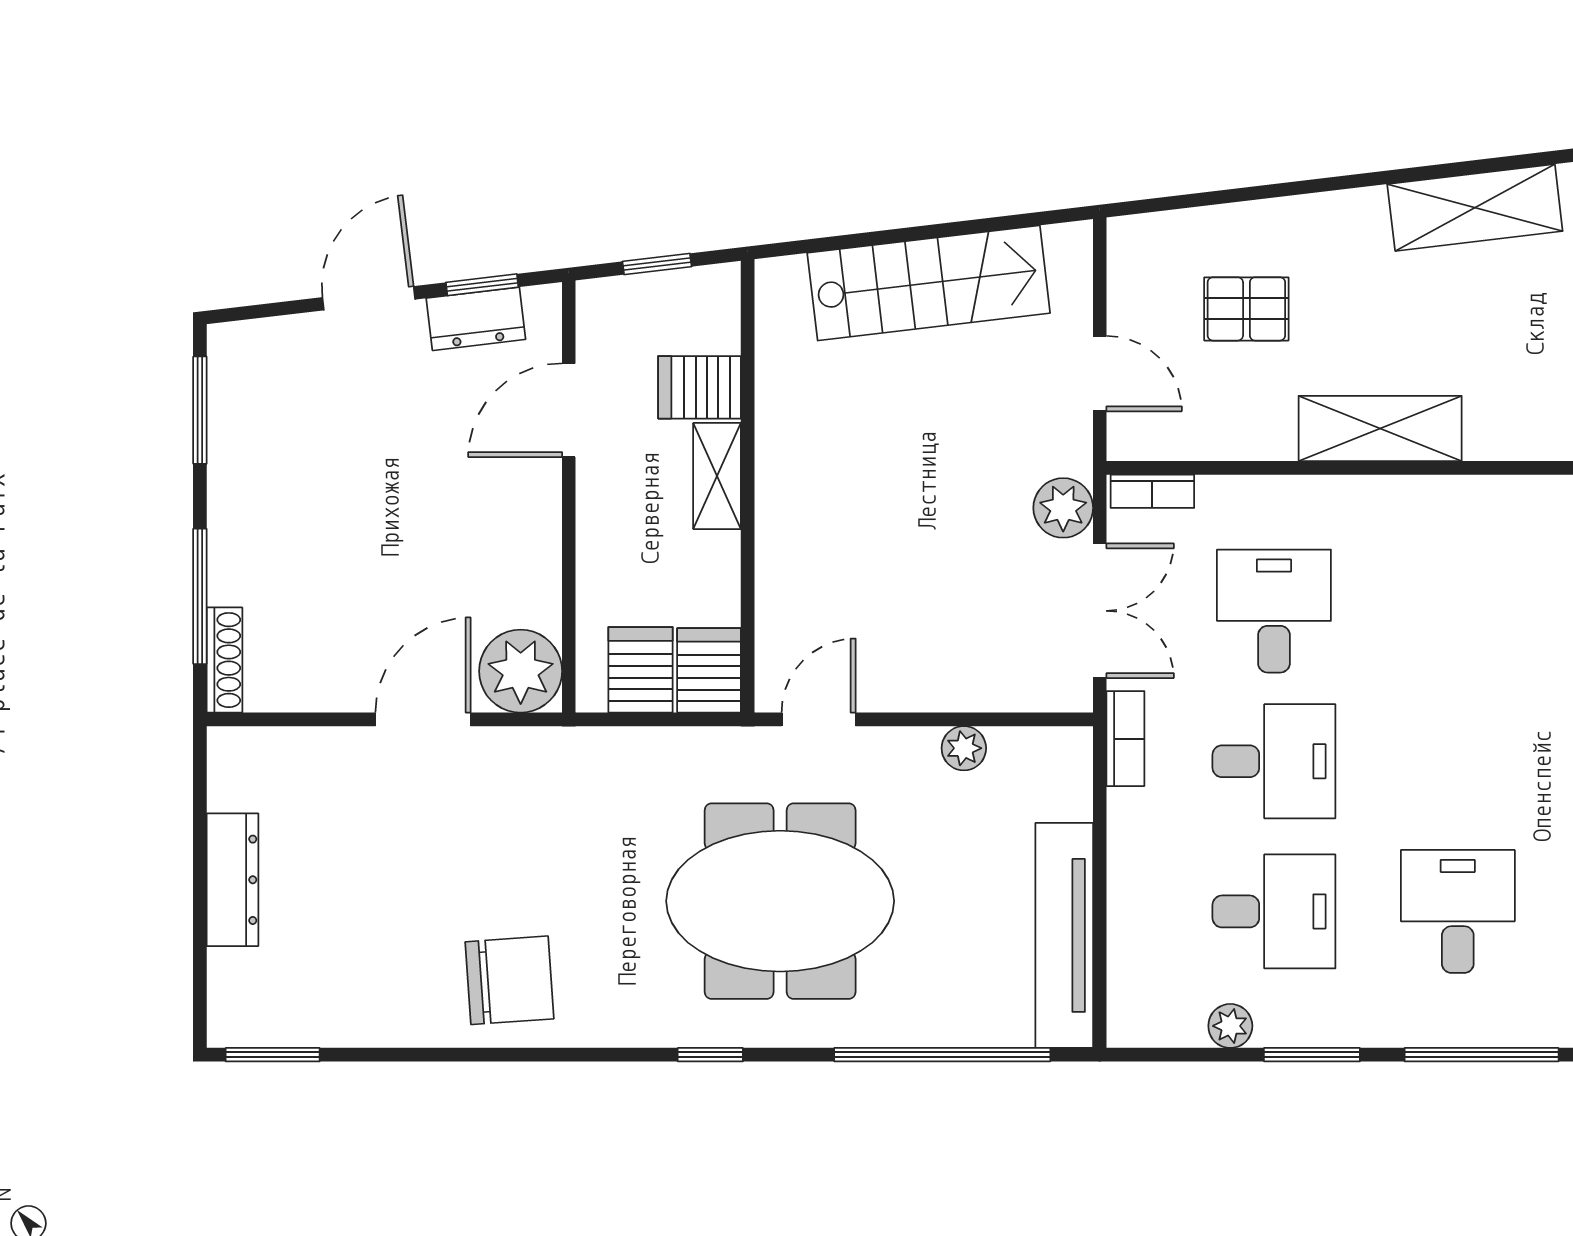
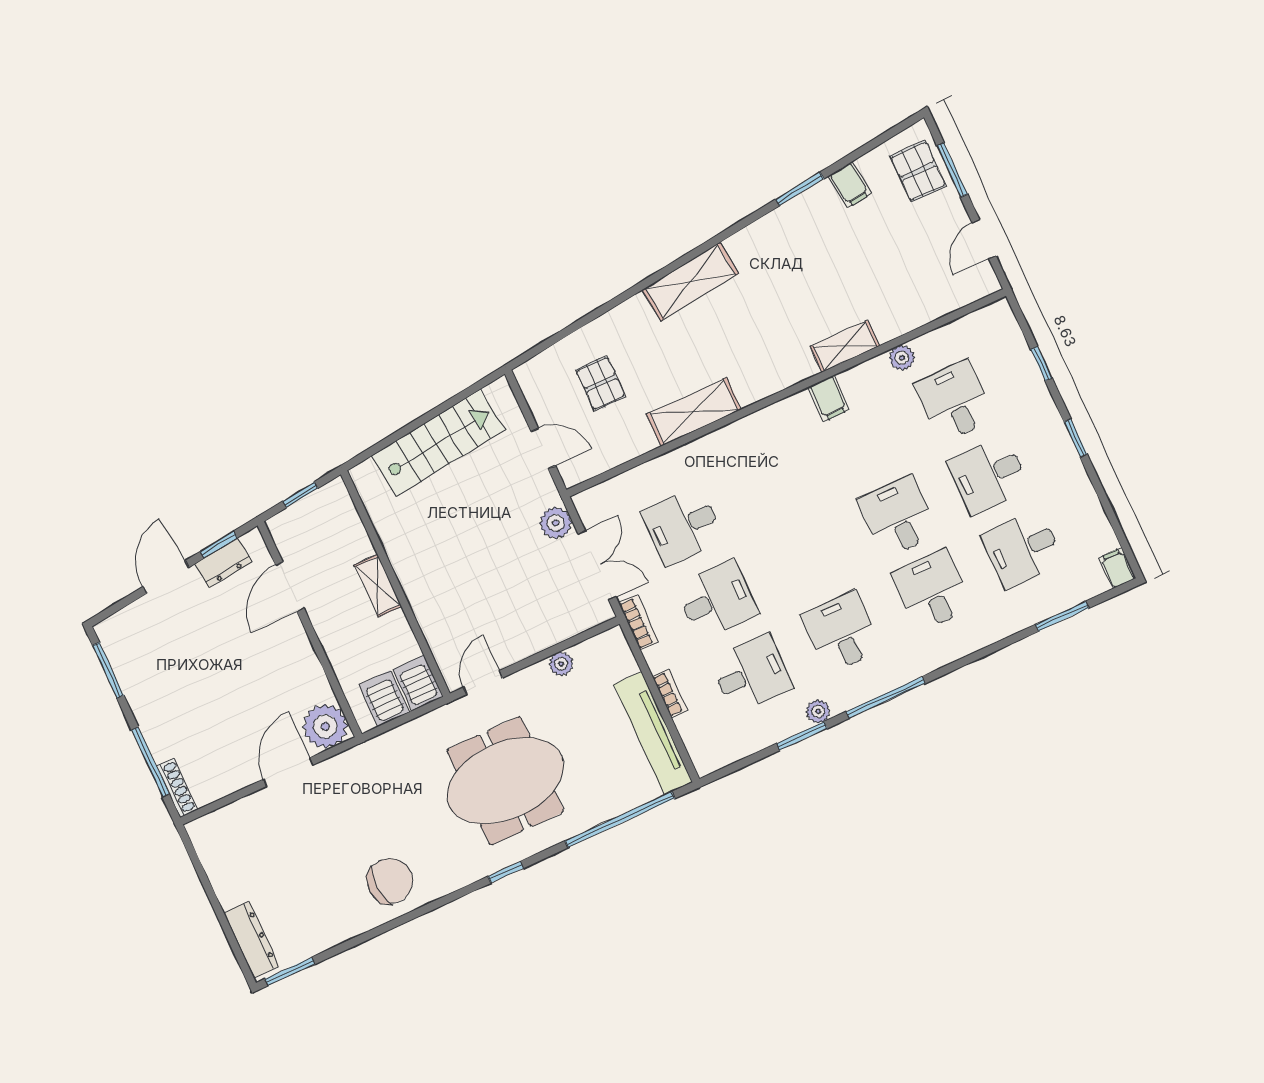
pallet: (1246, 309) -> (601, 383), turned 90
server rack: (699, 387) -> (349, 546), removed
bookcase: (1152, 491) -> (670, 694), moved, turned -90
desk: (1274, 611) -> (683, 526), turned -90
dresser: (233, 880) -> (251, 940), moved
plant: (1230, 1026) -> (818, 711), moved

